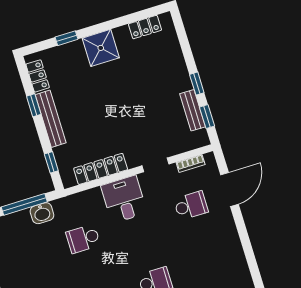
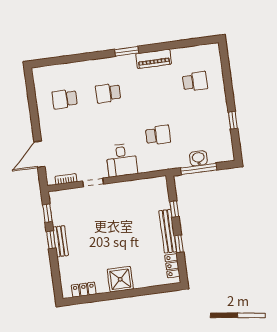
window: (66, 38) -> (145, 291), removed
bench: (193, 110) -> (61, 241), moved
window: (51, 162) -> (174, 209), moved
locker: (101, 169) -> (136, 186), removed
school desk: (191, 206) -> (65, 99), moved
washbasin: (42, 213) -> (198, 158), moved

